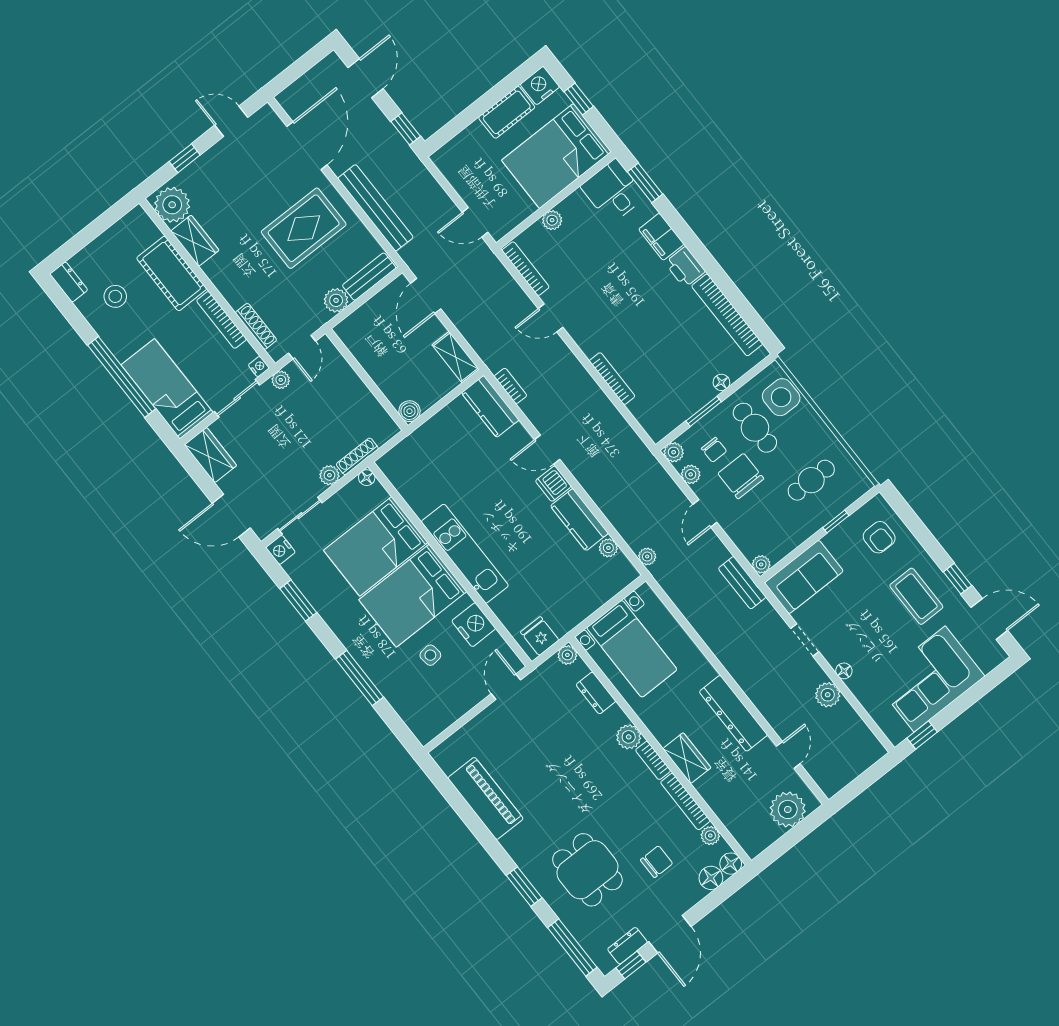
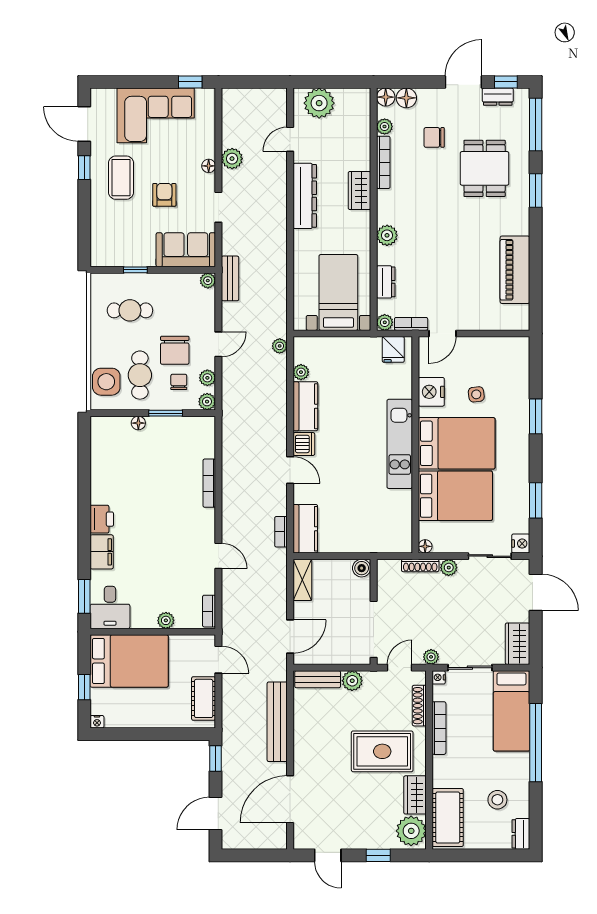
nightstand: (540, 86) -> (97, 722), width x0.53, depth x0.56
cot: (507, 112) -> (204, 698), moved, turned 90
rug: (304, 228) -> (382, 751), moved
bookcase: (526, 269) -> (209, 611), width x0.64
cot: (172, 273) -> (448, 817), moved
bookcase: (727, 315) -> (99, 465), removed
doorway: (354, 363) -> (374, 629), added
armchair: (879, 537) -> (164, 195), moved
window: (359, 678) -> (536, 416), width x0.69
bookcase: (653, 760) -> (411, 324), moved, turned -90

